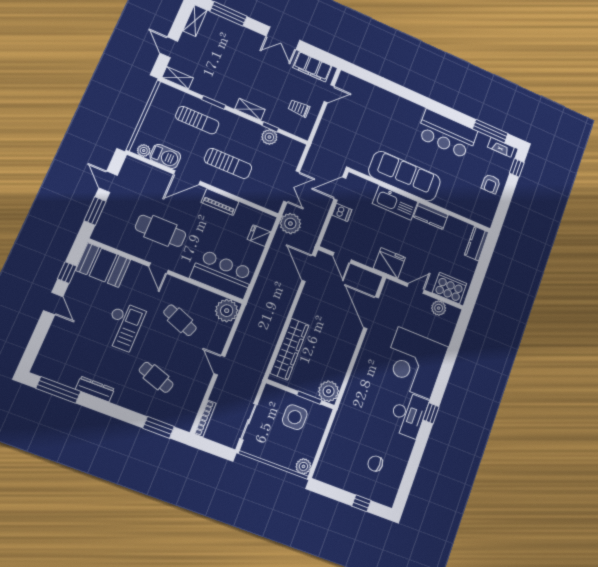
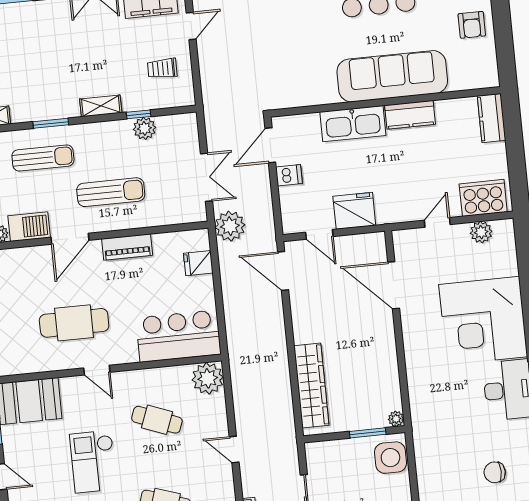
sofa: (405, 176) -> (392, 76), moved
fridge: (389, 263) -> (354, 211), moved
checkout: (123, 326) -> (93, 462), turned 180
plant: (329, 391) -> (396, 419), width x0.53, depth x0.53
side table: (295, 417) -> (390, 458), moved

